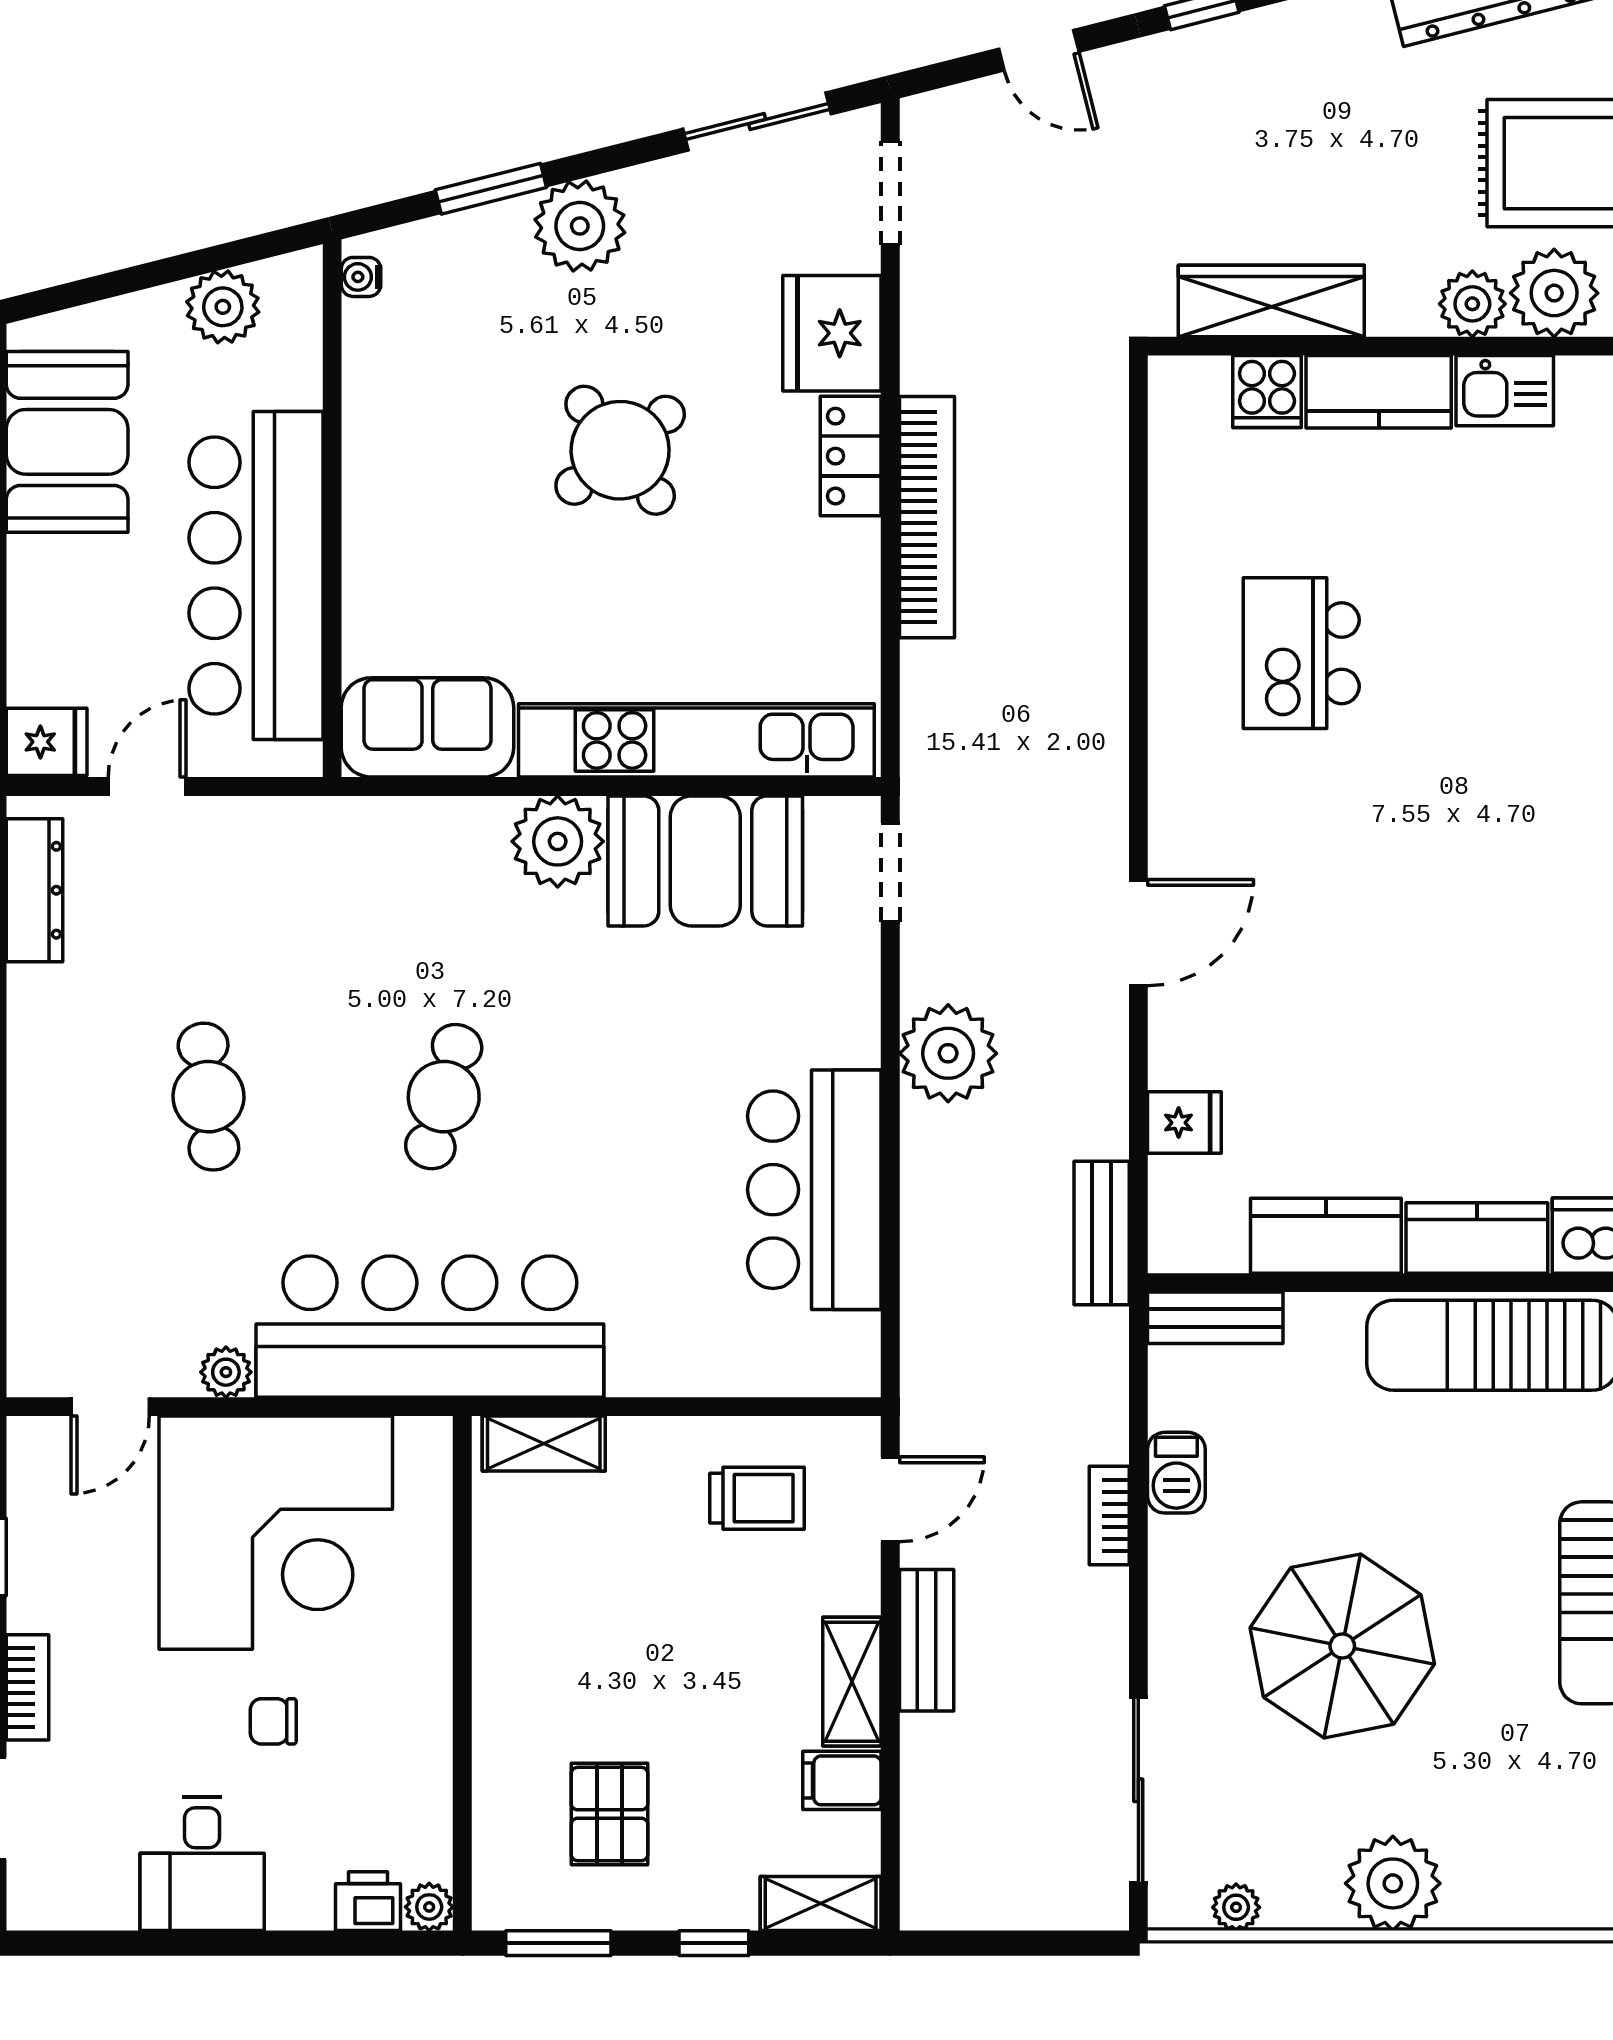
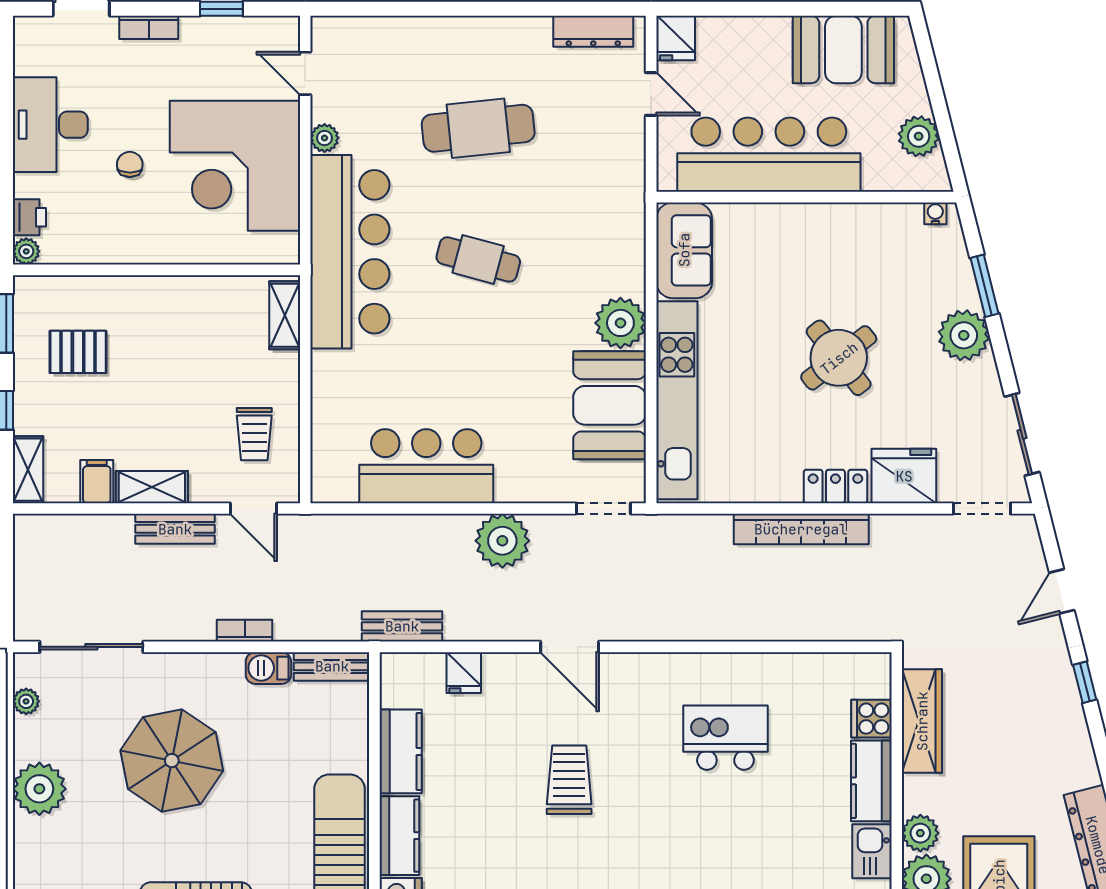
trolley: (1377, 933) -> (569, 780), added
cafe table: (208, 1097) -> (478, 128), width x1.37, depth x1.35
bench: (1215, 1318) -> (332, 666), moved, turned 90
desk: (202, 1864) -> (50, 125), width x1.37

